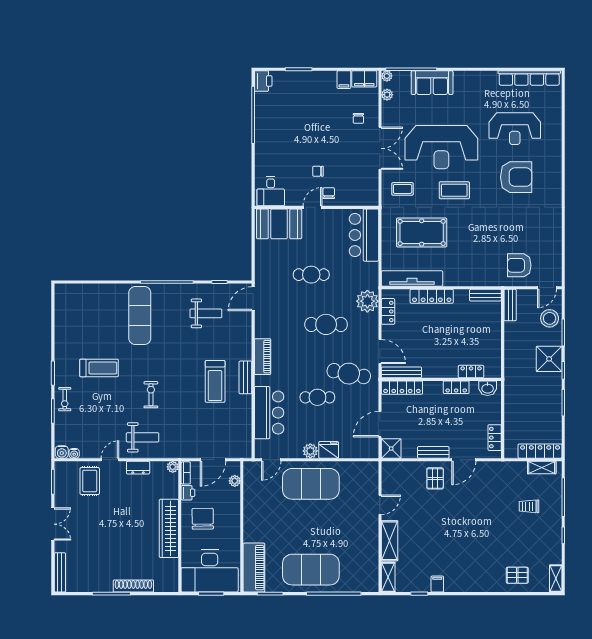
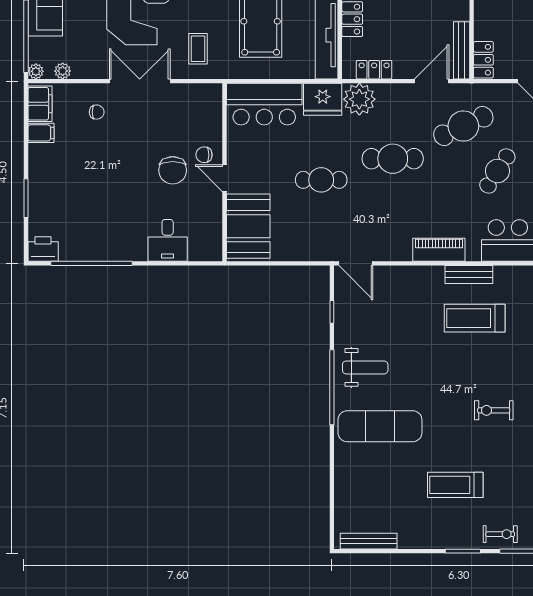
chair: (318, 171) -> (173, 170), width x1.87, depth x1.87
desk: (271, 191) -> (168, 240), moved, turned 90
cafe table: (311, 275) -> (321, 180), turned 90
fridge: (367, 276) -> (323, 99), added
bench: (60, 308) -> (369, 541), added
weight bench: (206, 313) -> (365, 367), moved, turned 90
cafe table: (326, 324) -> (393, 159), turned 90
treadmill: (99, 368) -> (455, 485), turned -90
cafe table: (349, 374) -> (463, 126), turned 54
treadmill: (215, 381) -> (475, 318), turned 180
locker: (402, 388) -> (483, 60), width x0.66
cafe table: (317, 397) -> (497, 171), turned 33

